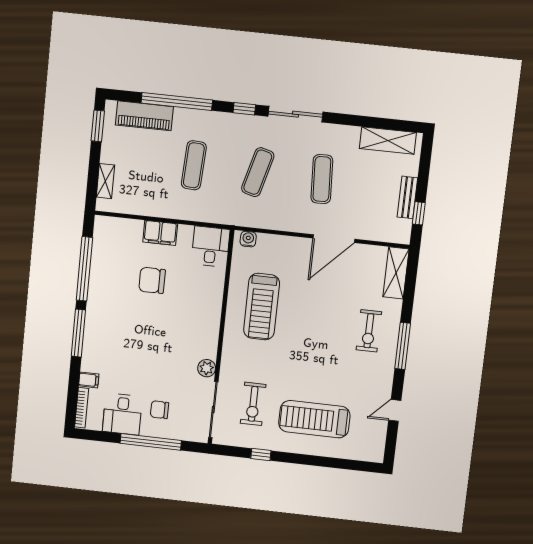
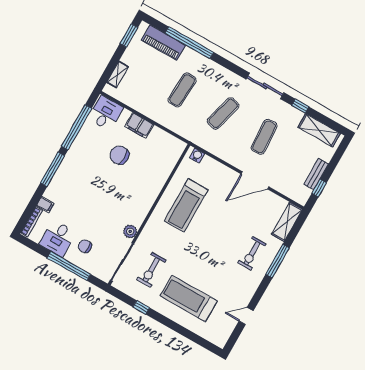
window: (244, 109) -> (300, 106), moved
desk: (211, 247) -> (106, 113), moved
window: (403, 346) -> (277, 261), moved

